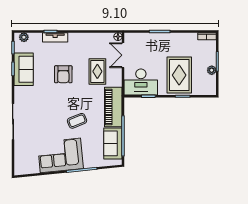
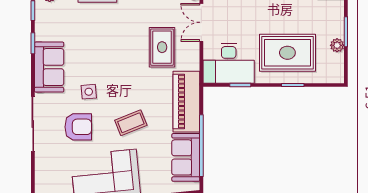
sofa: (24, 69) -> (49, 67), moved
armchair: (63, 74) -> (78, 127), moved, turned -90
rug: (179, 75) -> (287, 53), turned 90
side table: (49, 101) -> (89, 92), added

